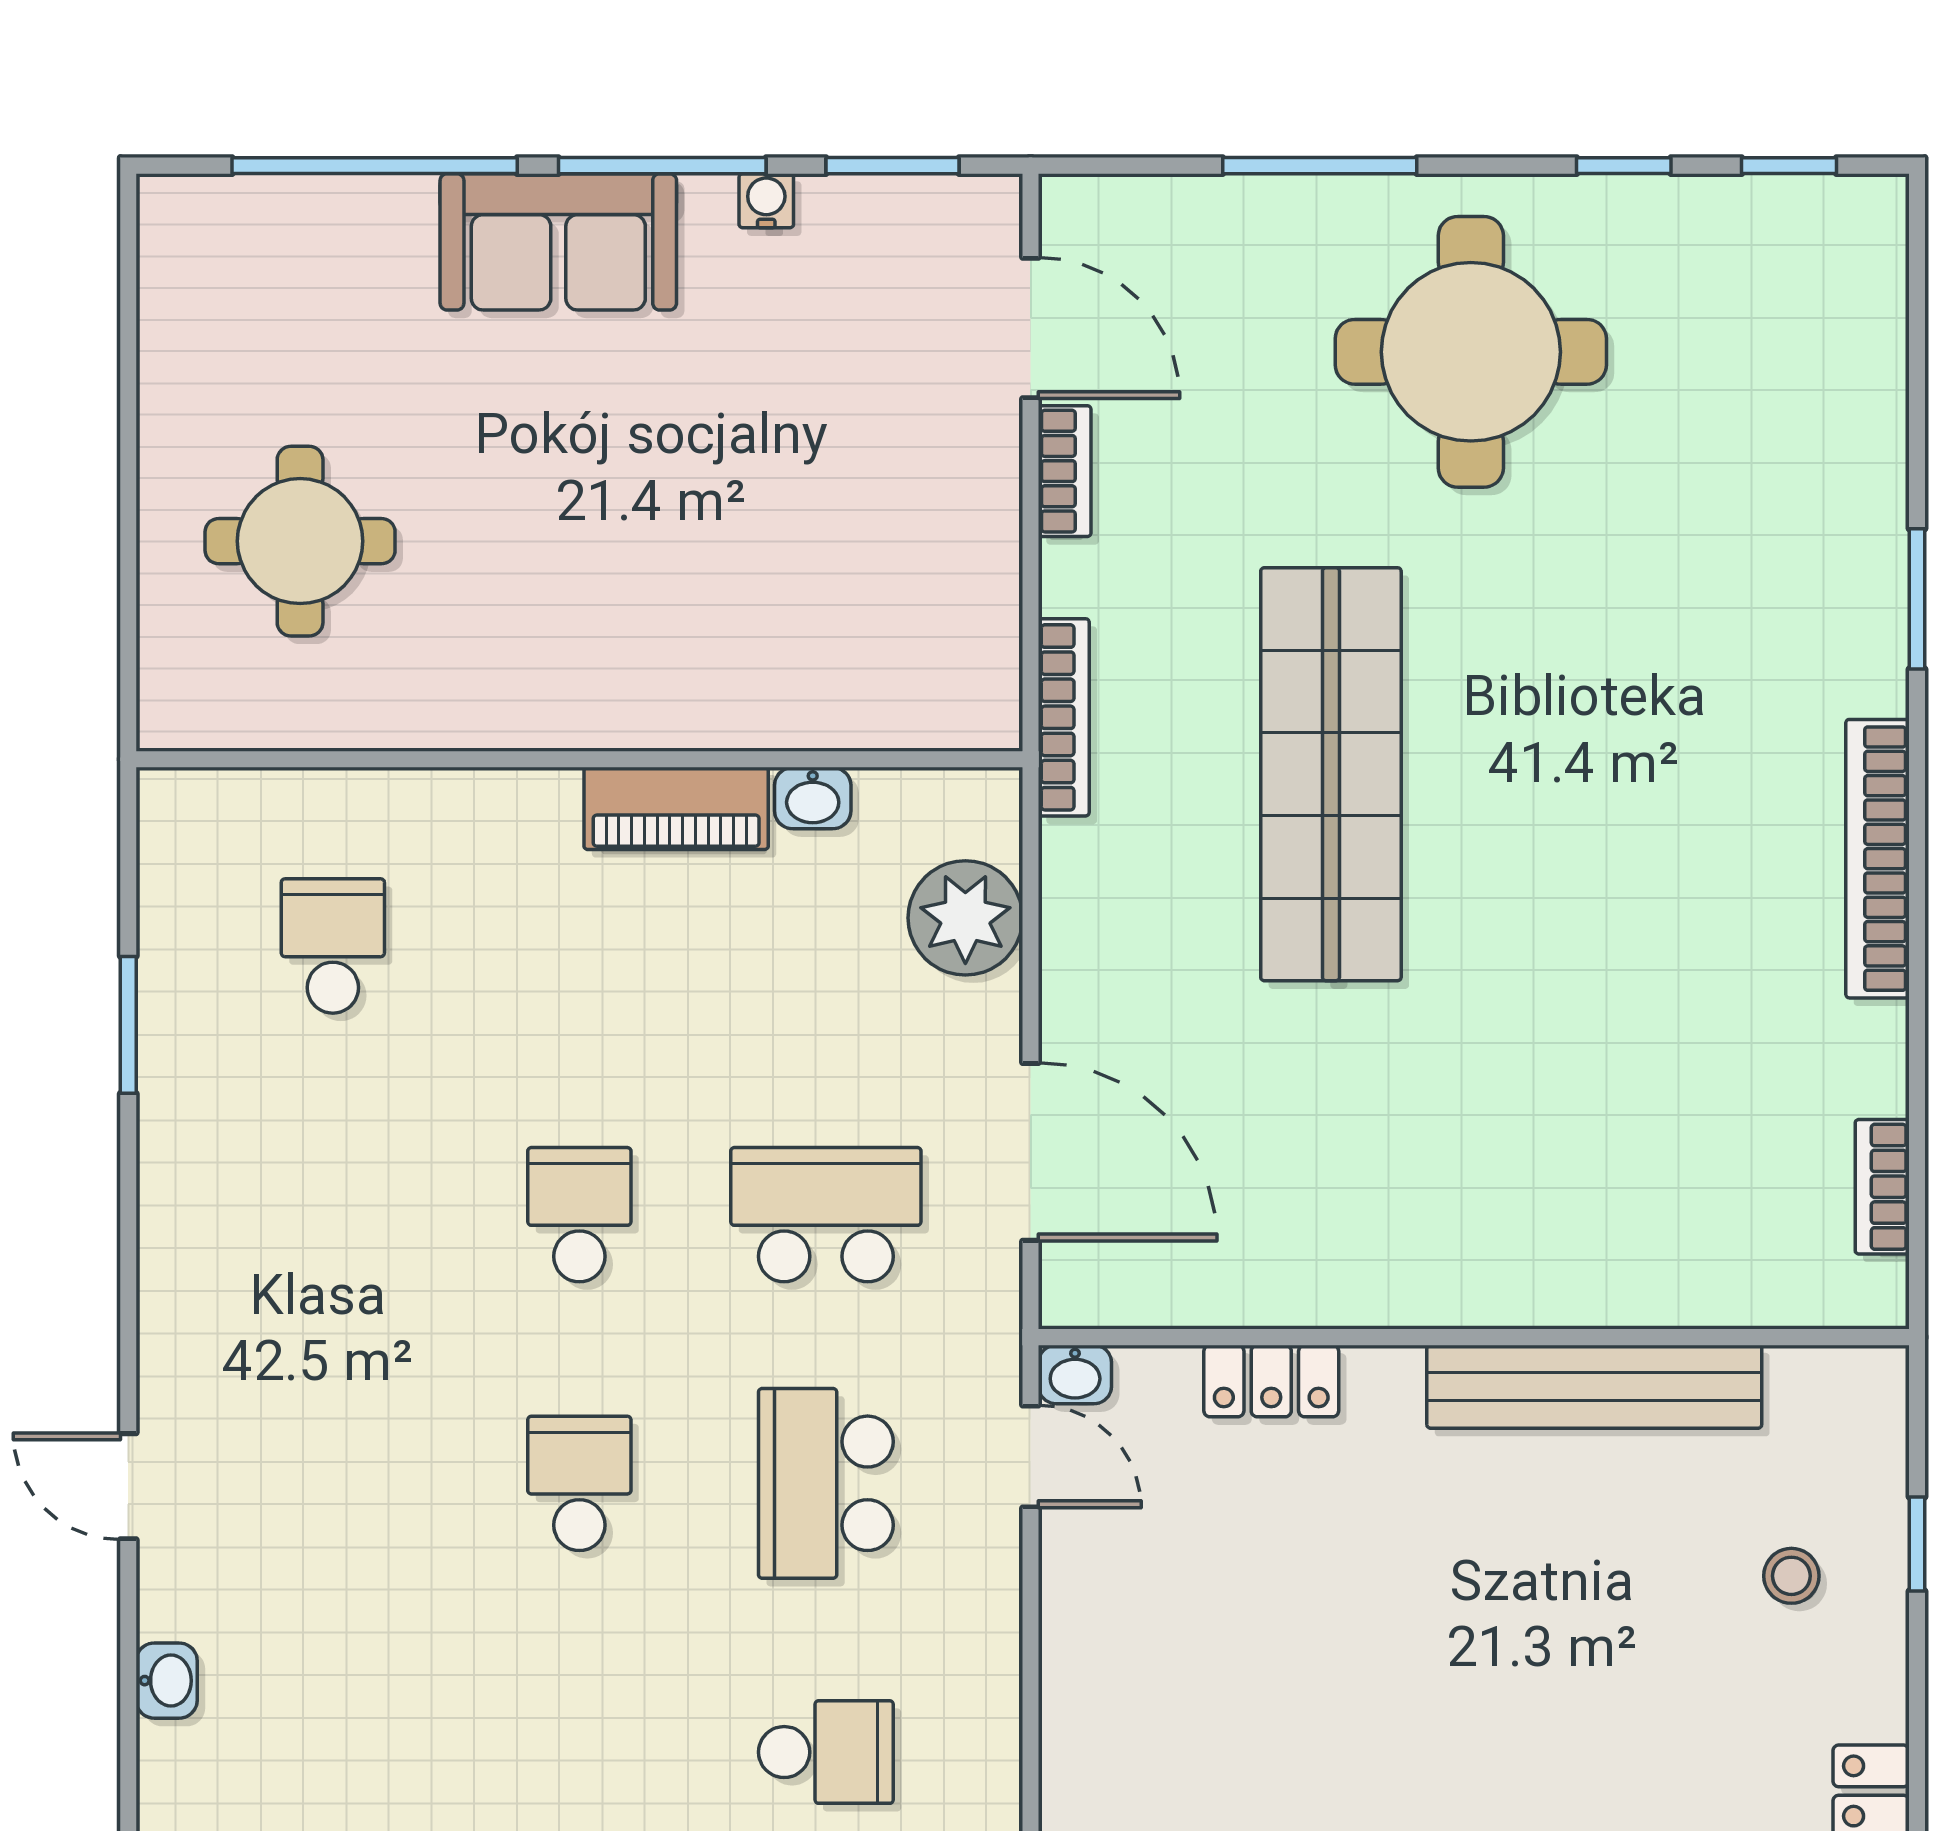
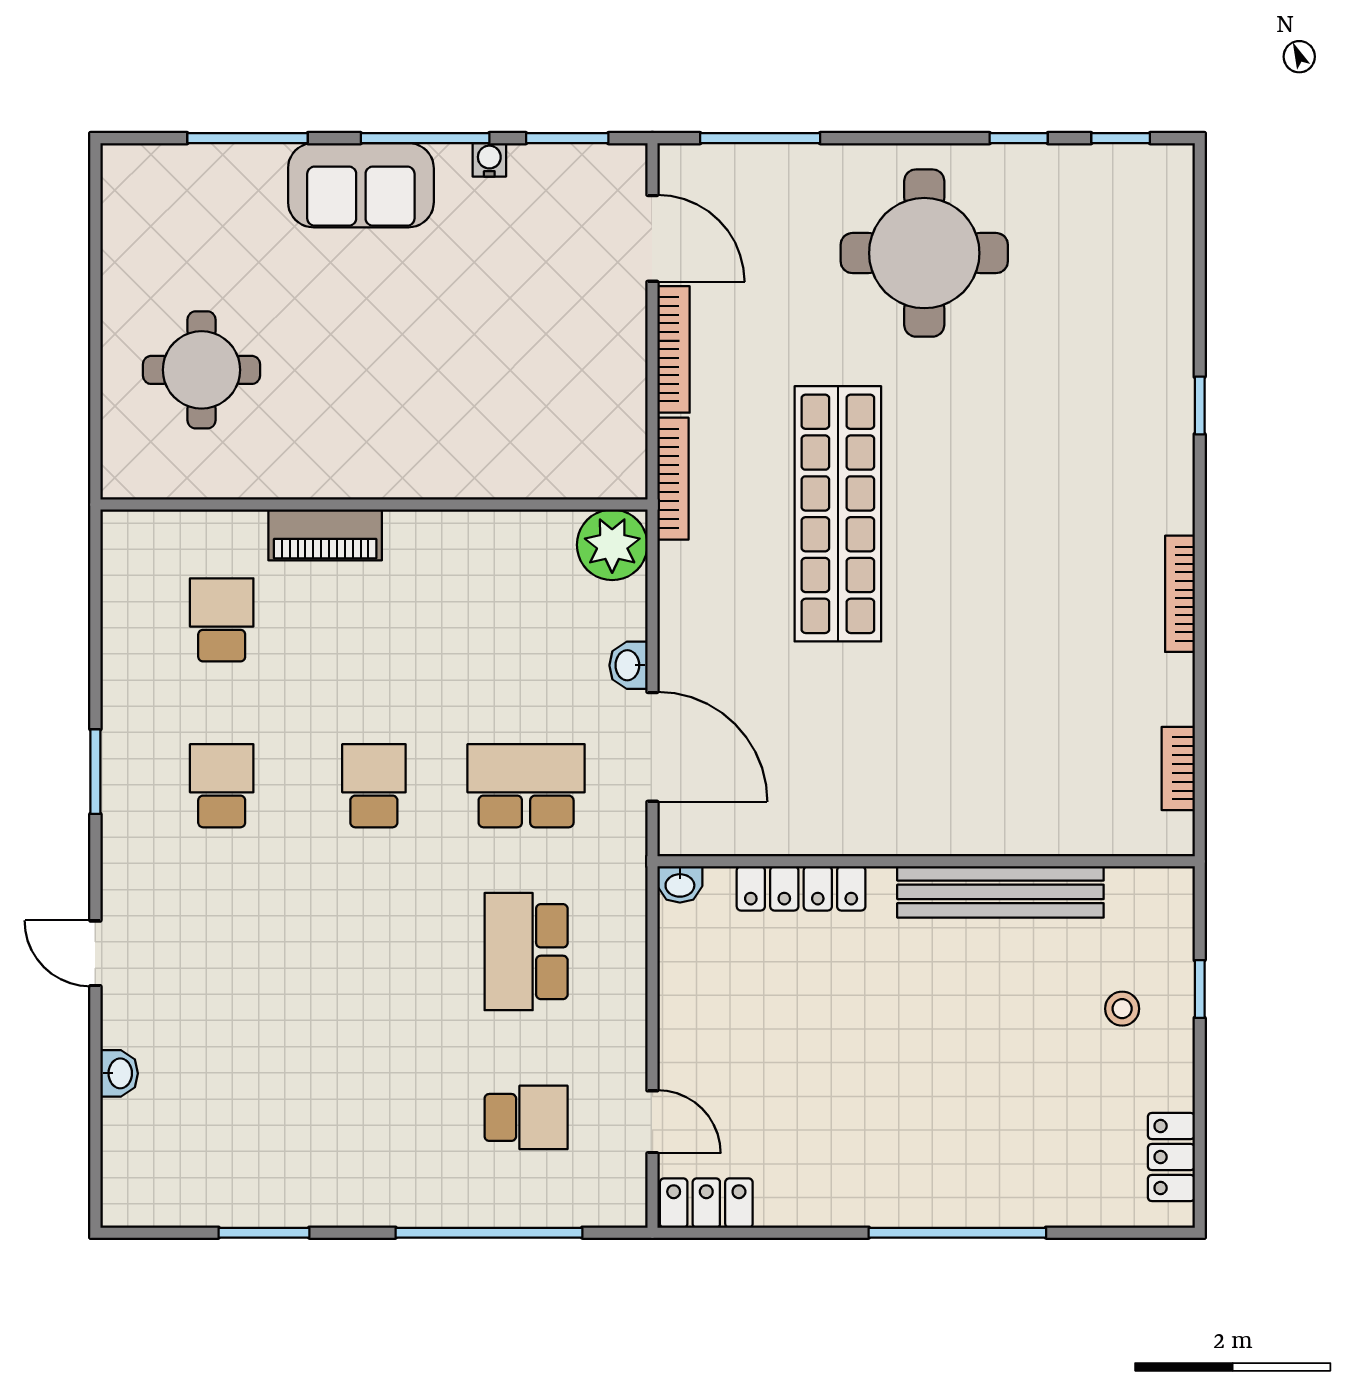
window: (375, 166) -> (247, 138), width x0.68
window: (1320, 166) -> (760, 138), moved
bookcase: (1065, 471) -> (674, 349), width x1.56
window: (1917, 599) -> (1200, 406), width x0.67
washbasin: (813, 798) -> (628, 665), moved, turned 90
piano: (676, 808) -> (325, 535), moved
bookcase: (1878, 859) -> (1180, 594), width x0.68, depth x0.76
plant: (965, 918) -> (612, 545), moved
window: (128, 1025) -> (95, 772), moved
locker: (1271, 1381) -> (801, 888), width x1.53
door: (1031, 1457) -> (652, 1122), moved
school desk: (579, 1483) -> (222, 786), moved

